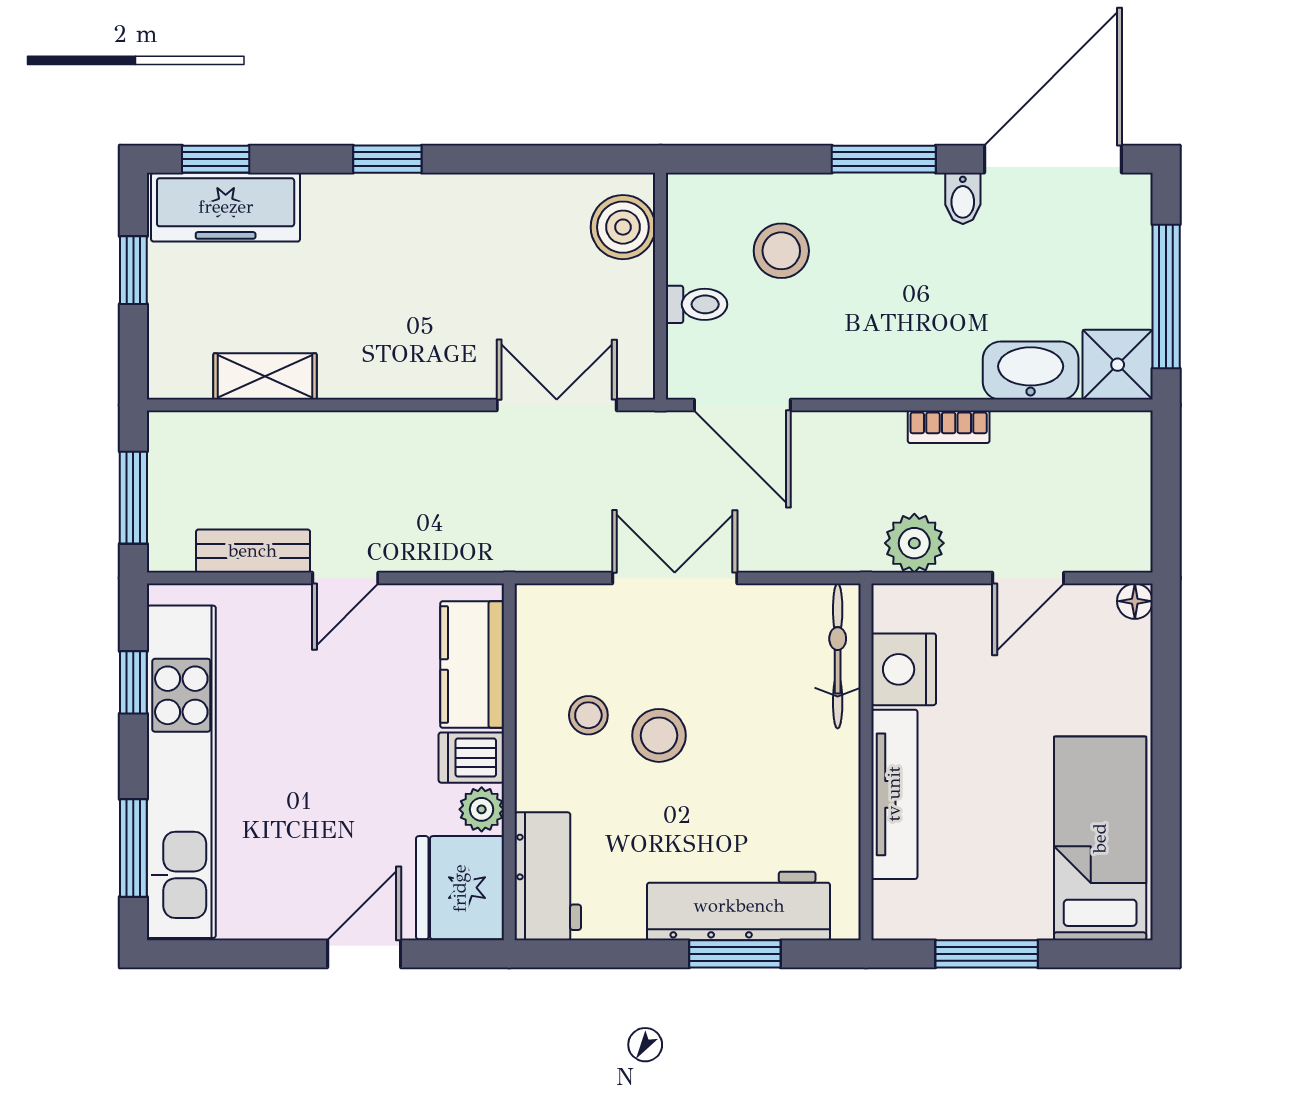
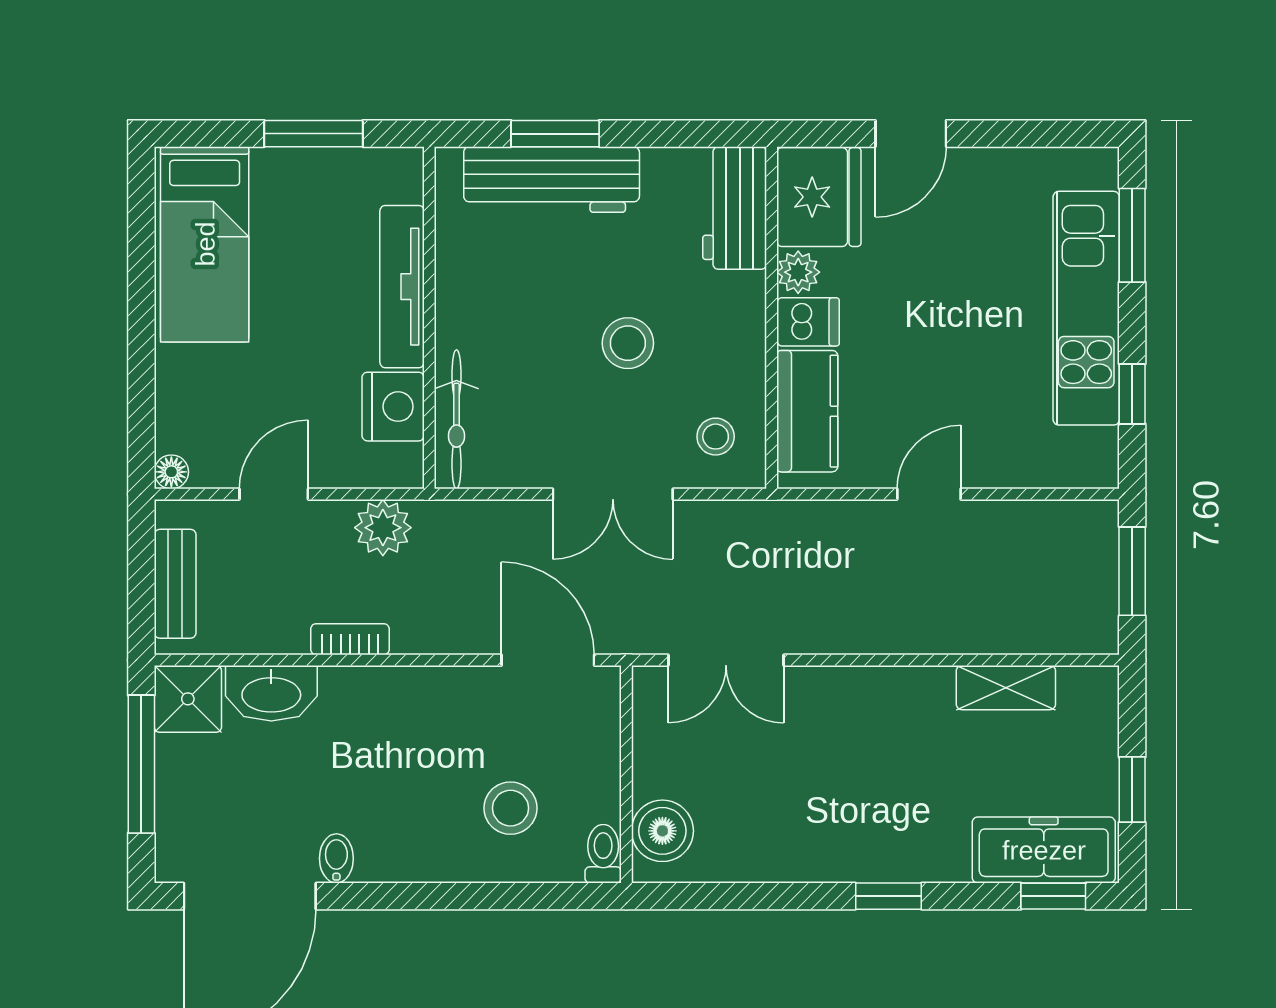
window: (884, 159) -> (412, 896), removed
toilet: (697, 304) -> (603, 854), moved, turned 90
bench: (253, 551) -> (175, 584), moved, turned 90
stool: (588, 715) -> (716, 437), moved
kitchen unit: (181, 772) -> (1086, 308), width x0.73

